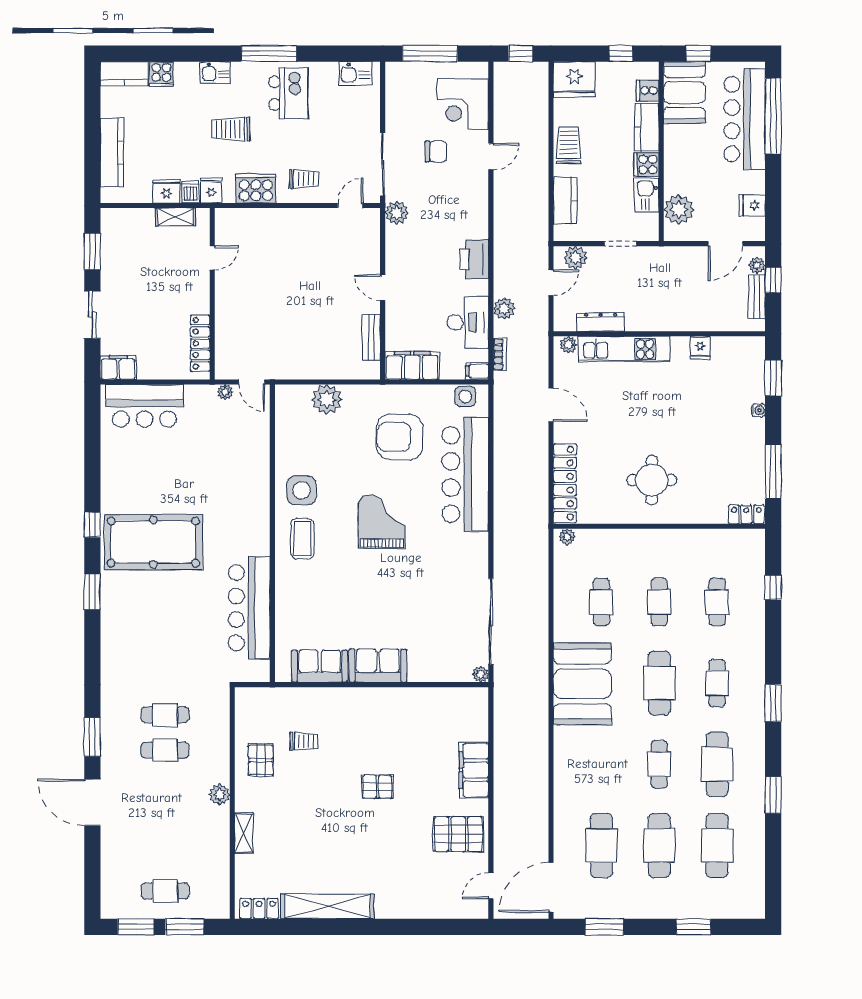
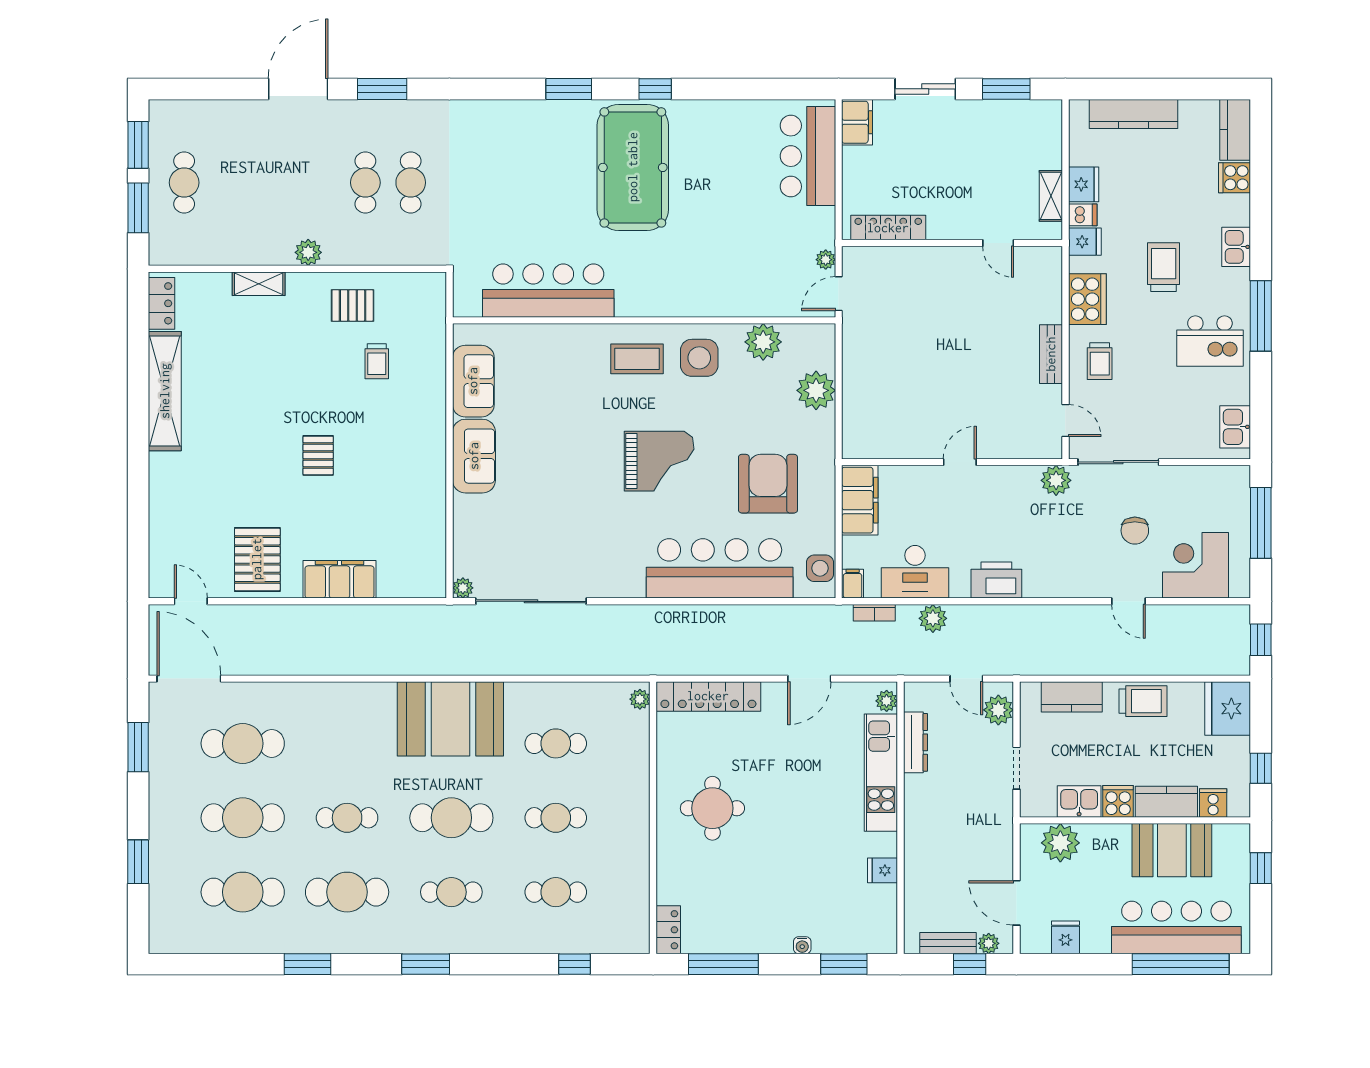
booth: (684, 92) -> (1172, 850), moved
bench: (371, 337) -> (1051, 354), moved, turned 90
plant: (289, 441) -> (763, 342), added

